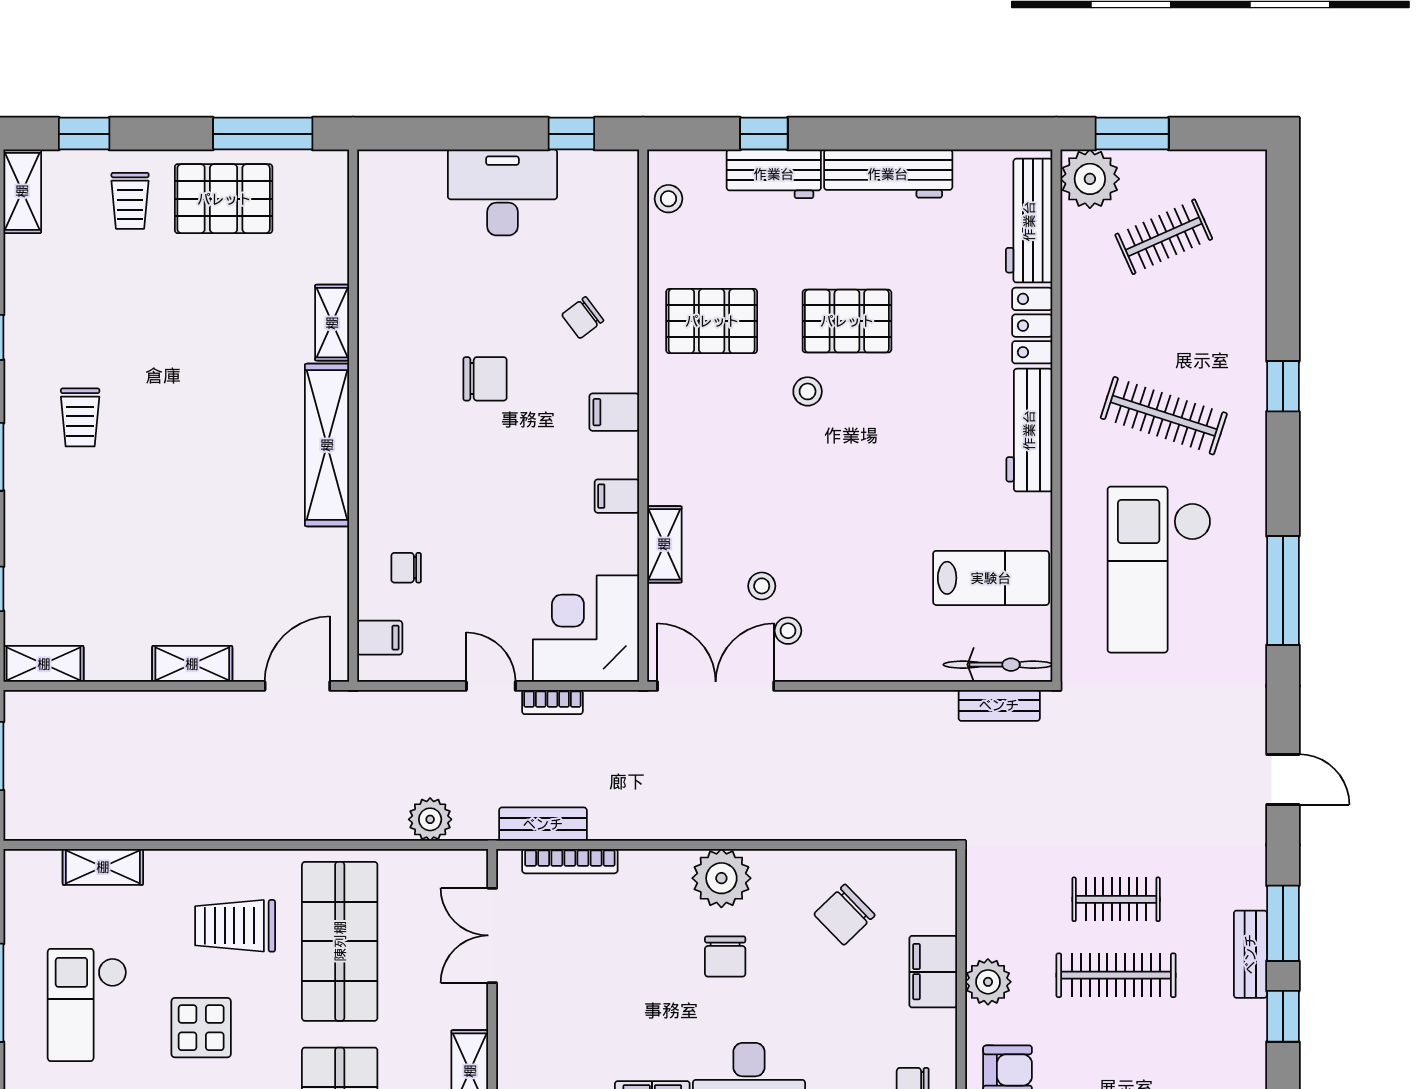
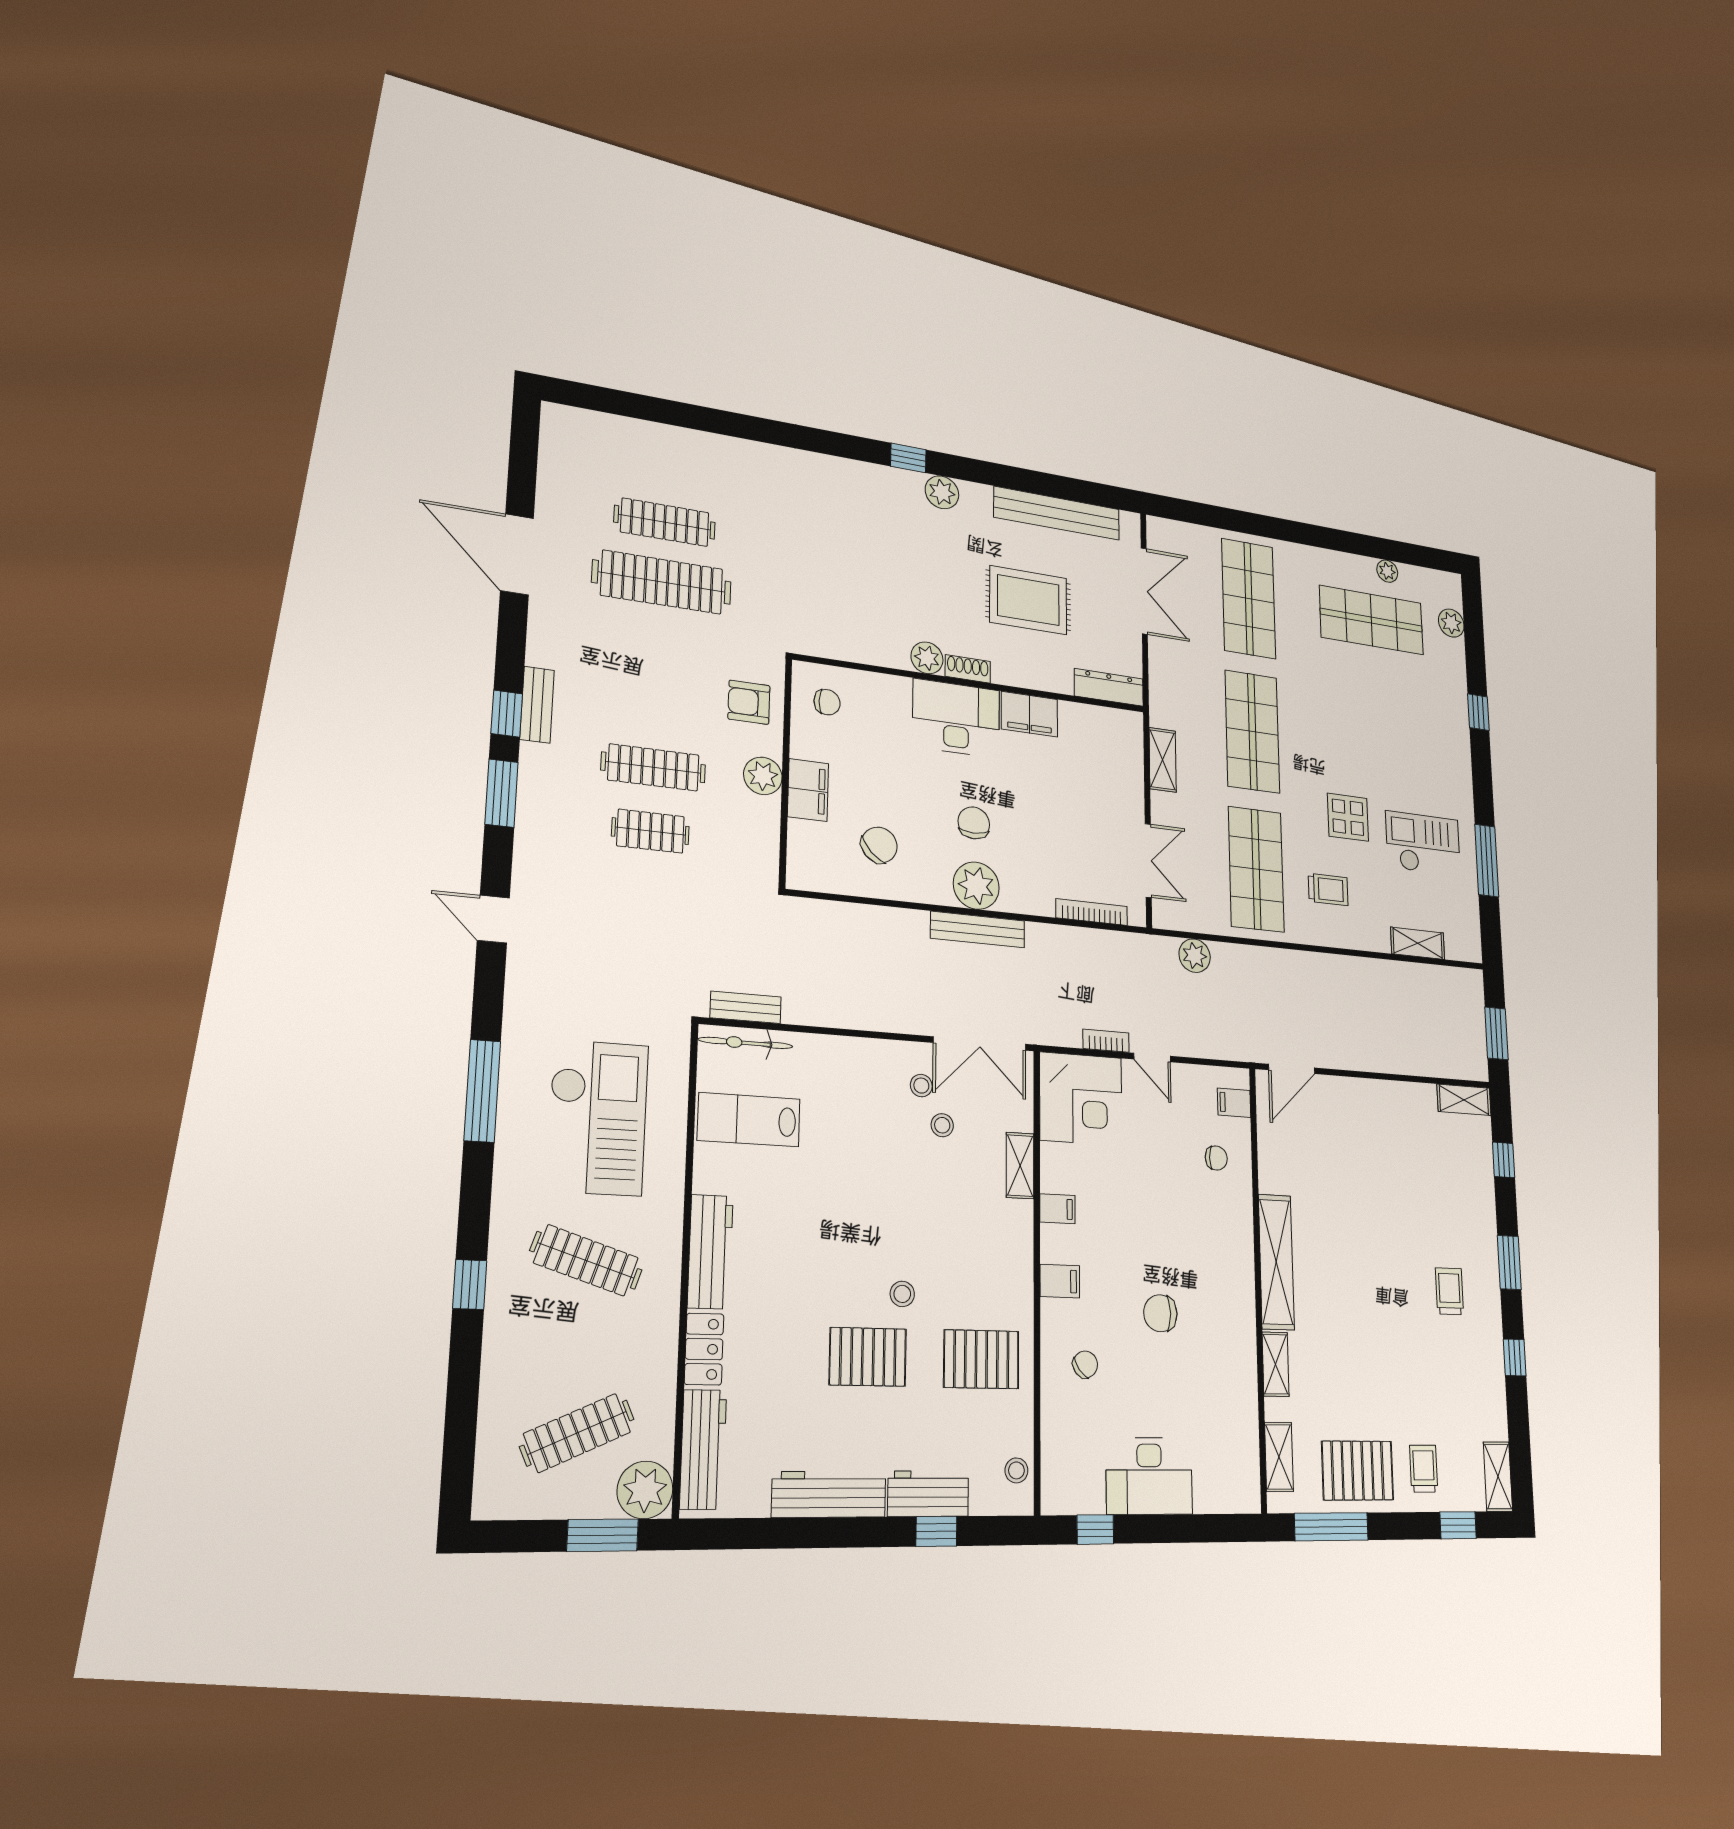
clothes rail: (1164, 237) -> (577, 1433), width x1.36
shelving: (192, 664) -> (1279, 1457), moved, turned 90
bench: (543, 824) -> (978, 929), moved, width x1.36
trolley: (235, 926) -> (1328, 889), width x0.73, depth x0.72
bench: (1250, 954) -> (537, 705), moved
checkout: (87, 1005) -> (1423, 844), turned -90

